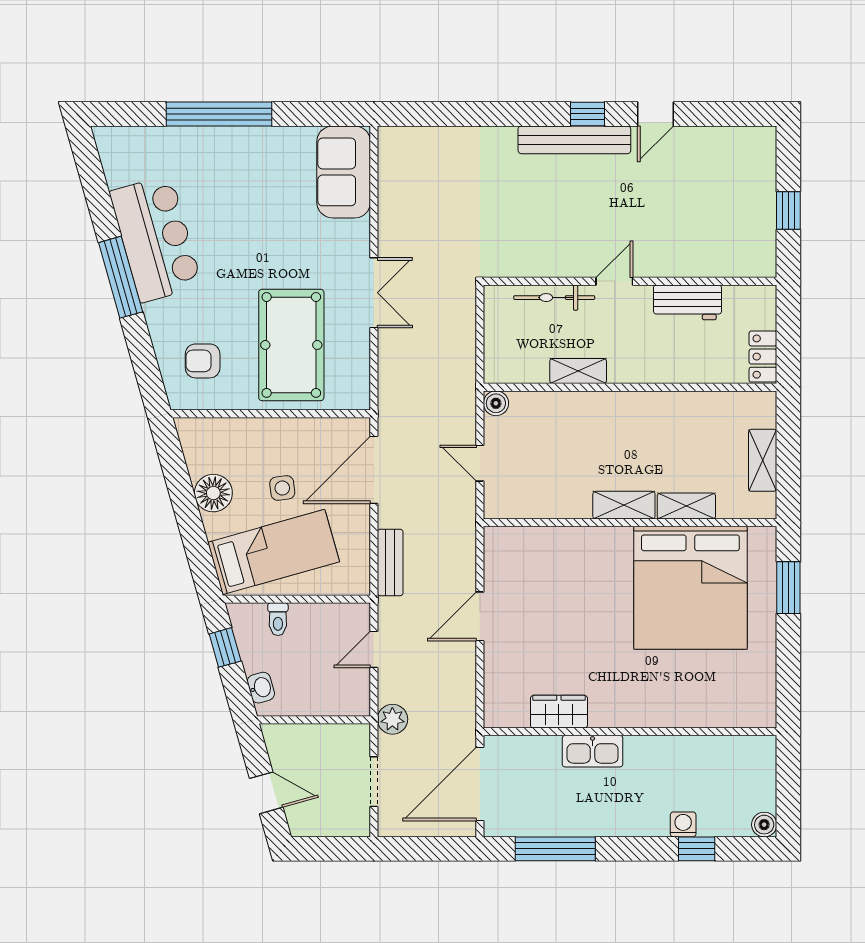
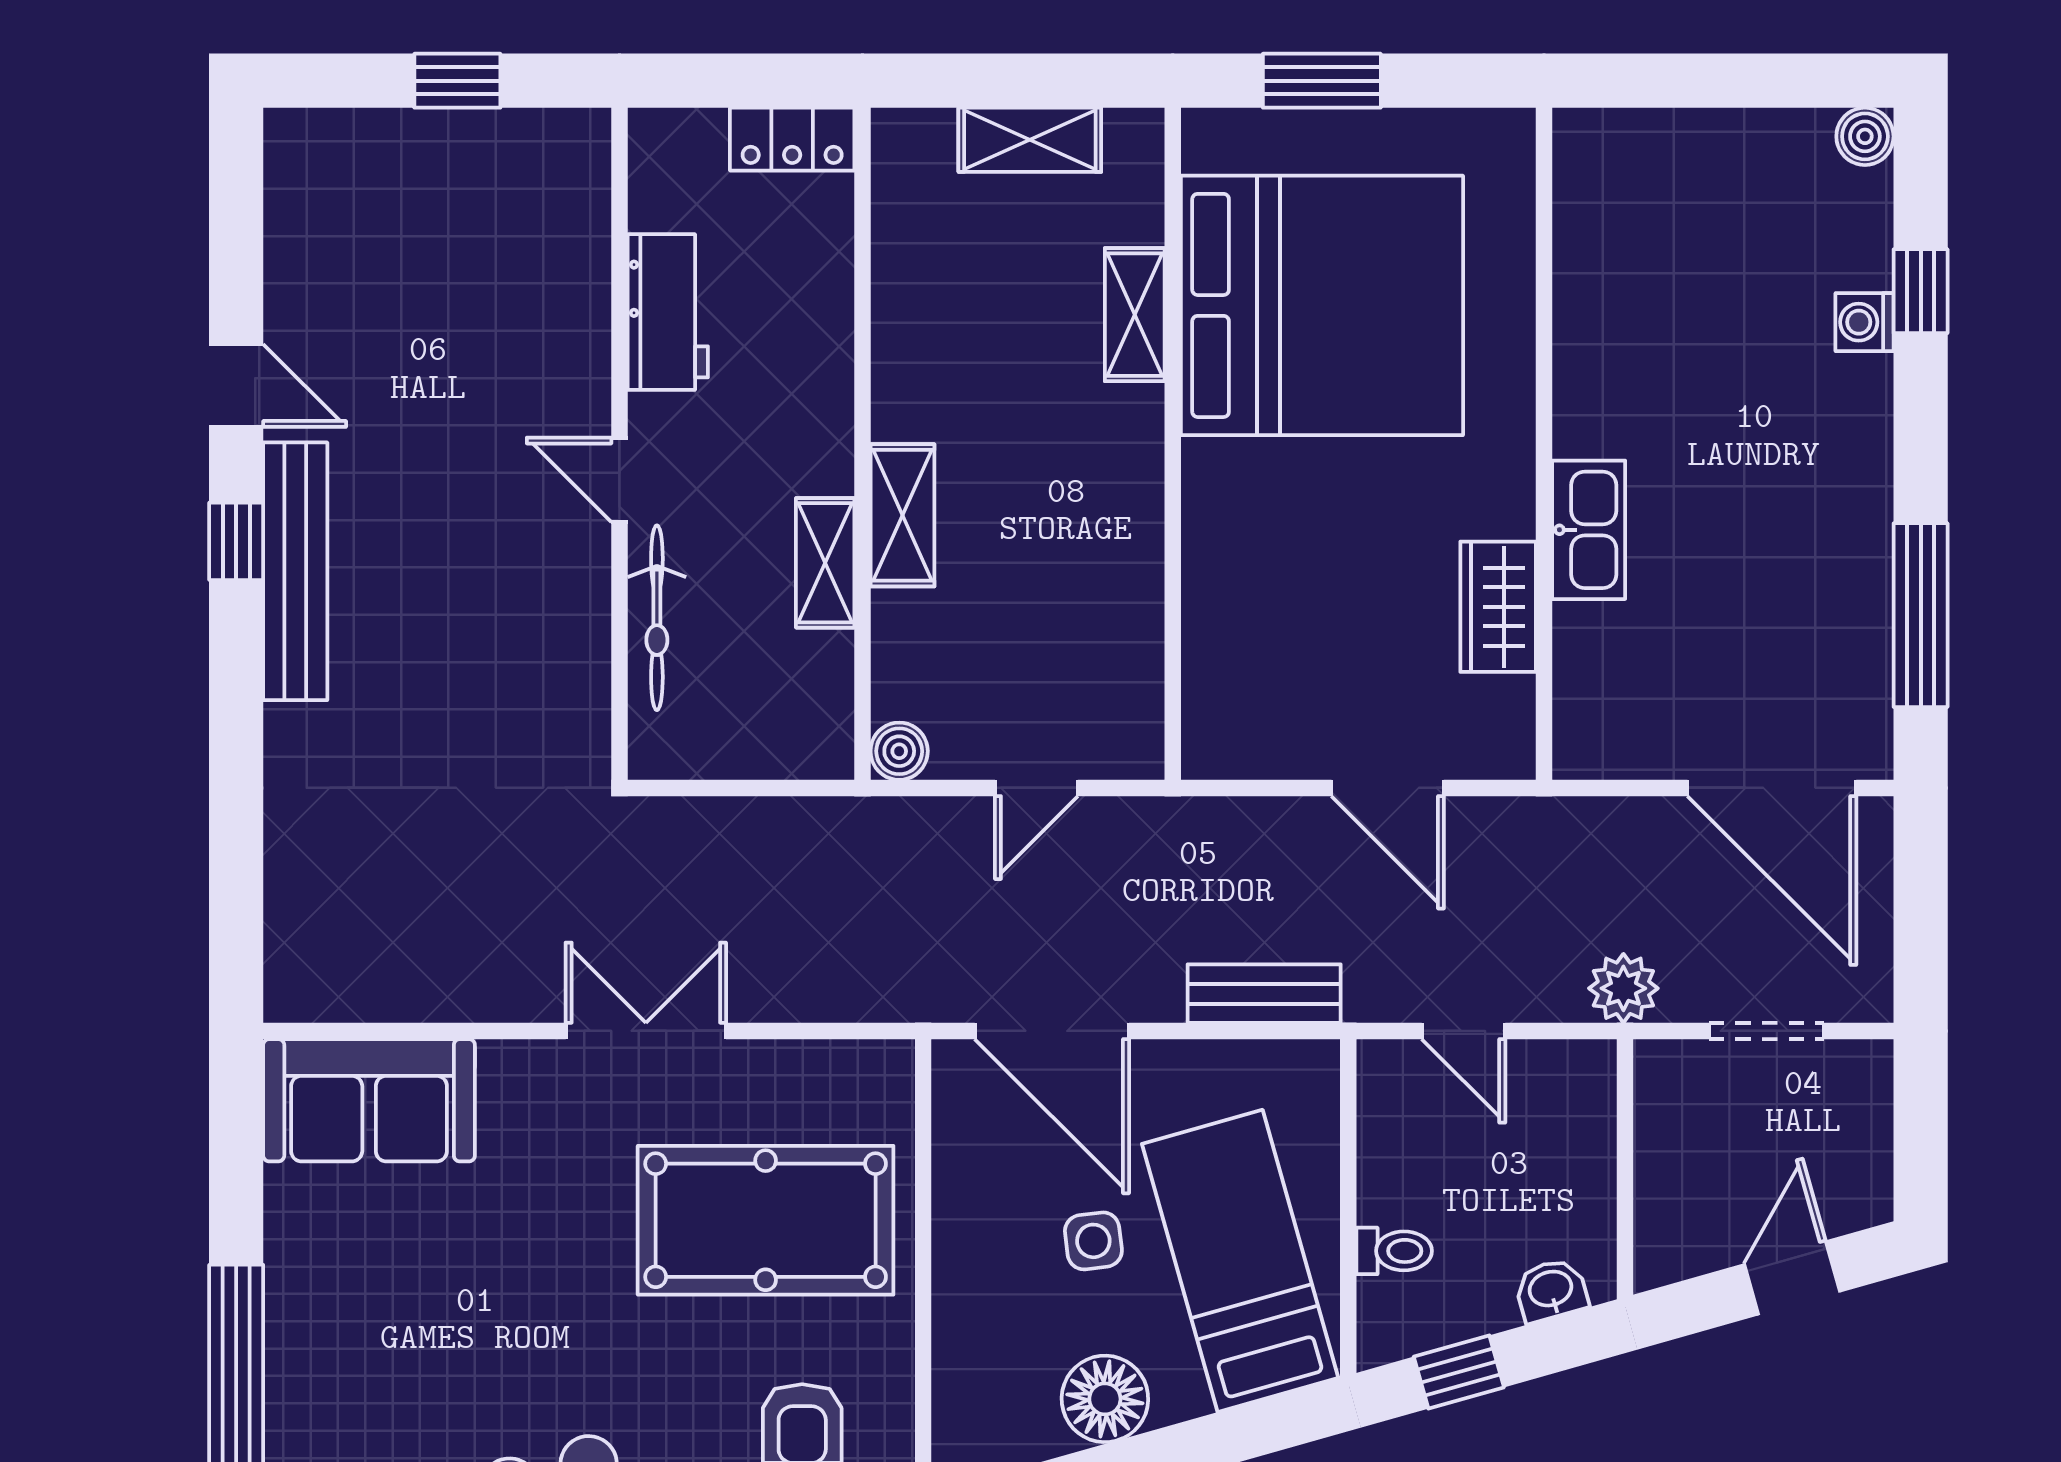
shelving: (624, 505) -> (902, 515), moved
wardrobe: (559, 712) -> (1498, 607), moved
wall: (630, 732) -> (1544, 444), moved
kitchen sink: (593, 751) -> (1589, 530), moved

